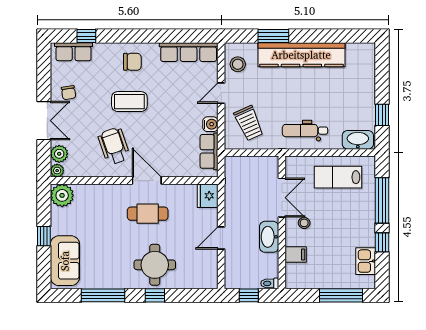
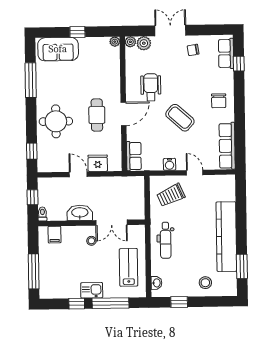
window: (273, 36) -> (242, 266), moved
stool: (238, 64) -> (205, 283), moved
coffee table: (129, 102) -> (180, 118), moved, turned -48
double door: (44, 121) -> (170, 30), swing flipped
dental chair: (305, 131) -> (166, 240), turned 180
washbasin: (358, 140) -> (156, 283), width x0.52, depth x0.69
wheelchair: (114, 146) -> (151, 87), turned -71
row of seats: (209, 151) -> (134, 156), moved, turned 90
plant: (62, 195) -> (115, 42), width x0.53, depth x0.53
fridge: (208, 196) -> (98, 163), moved
filing cabinet: (296, 254) -> (55, 235), moved
kitchen sink: (366, 261) -> (92, 290), moved
window: (155, 295) -> (32, 151), moved

